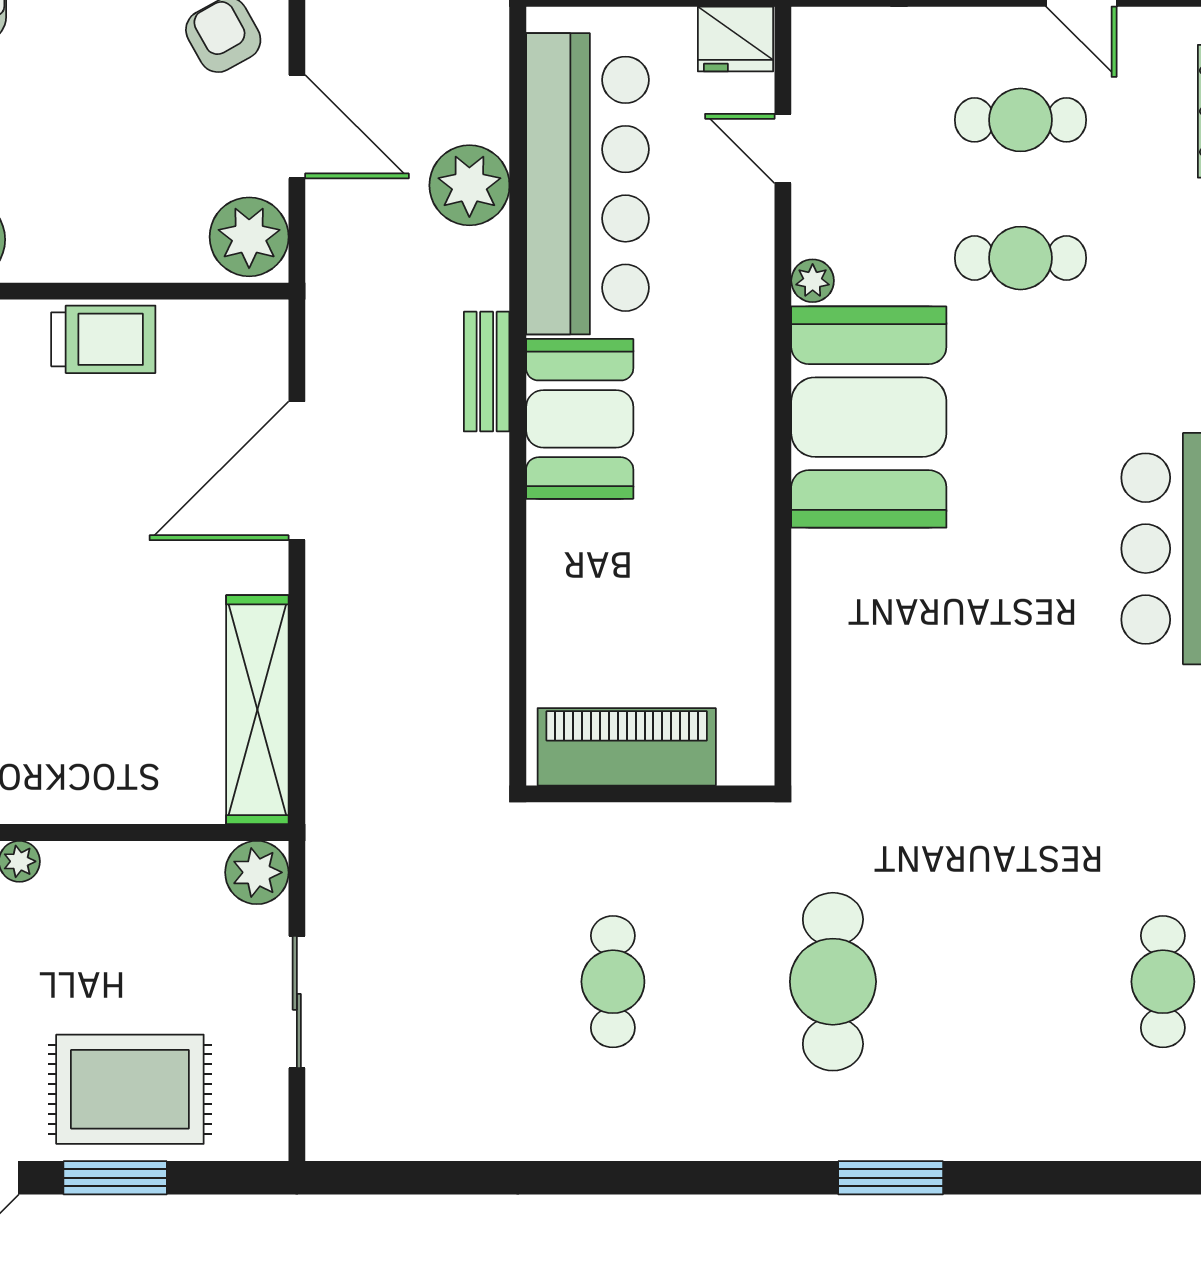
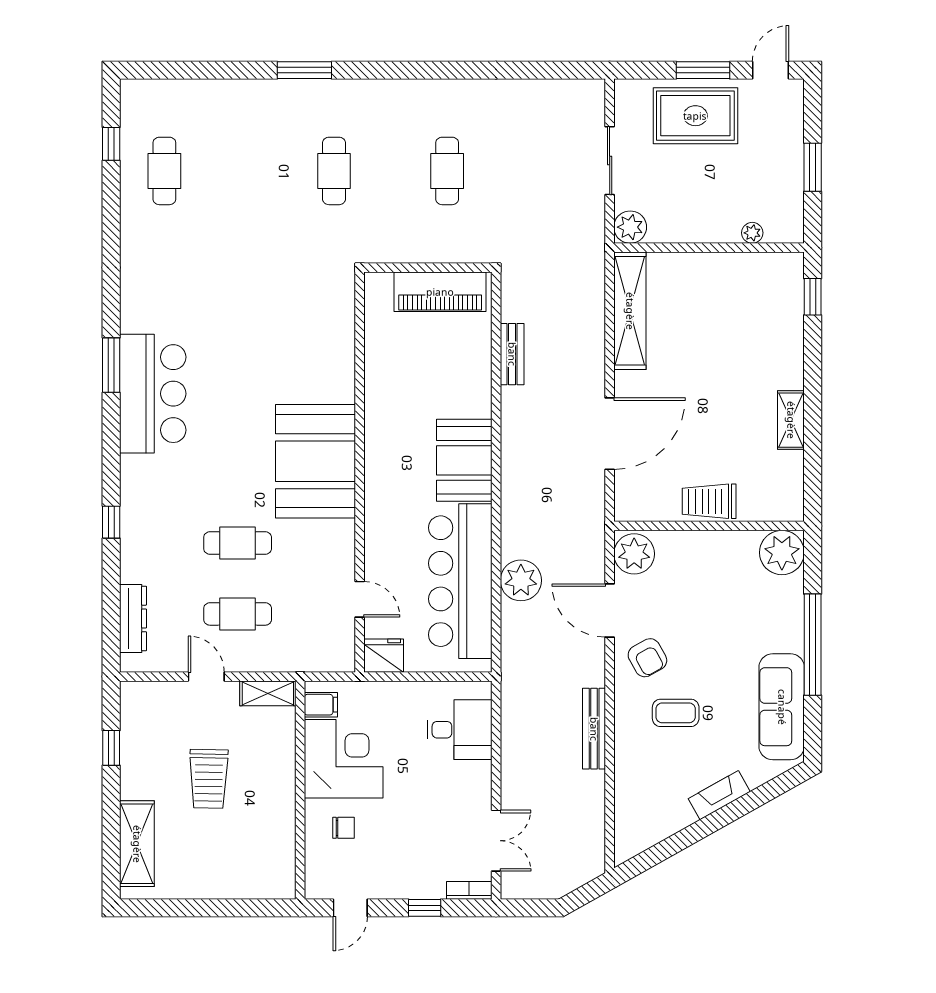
plant: (813, 281) -> (344, 531), removed
bench: (487, 372) -> (512, 354), moved
cafe table: (833, 982) -> (334, 171), width x0.73, depth x0.74

